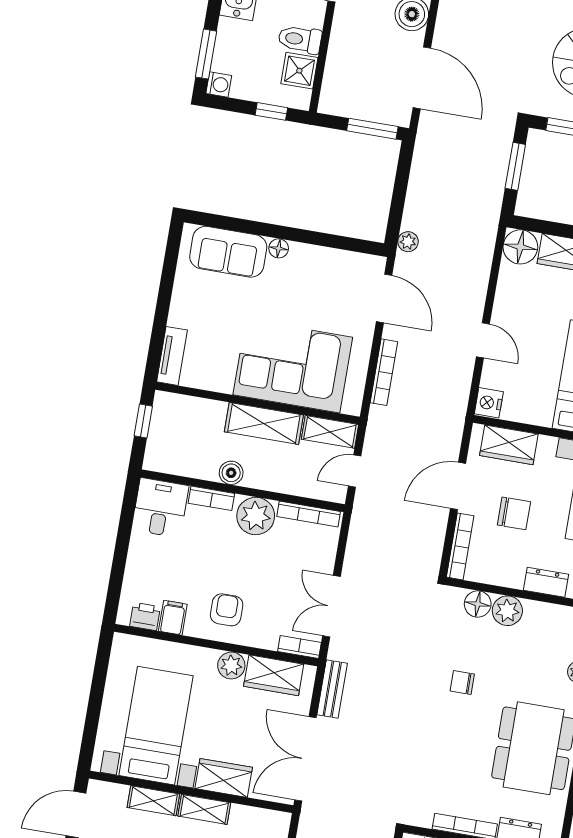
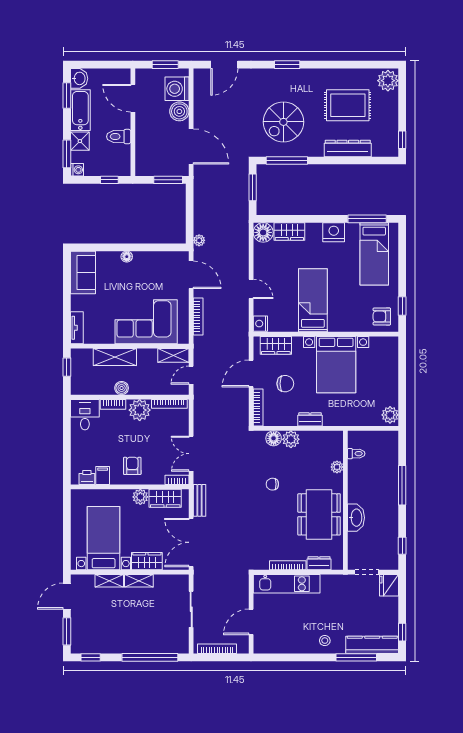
shower: (299, 71) -> (80, 141), moved
sofa: (228, 252) -> (83, 272), moved, turned -90
shelving: (264, 423) -> (115, 357), moved

